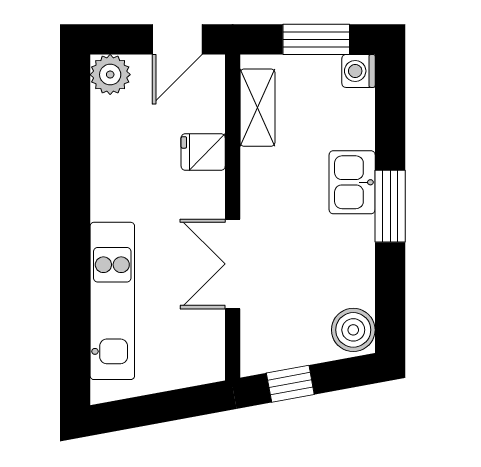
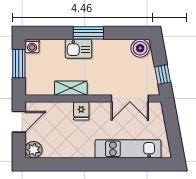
door: (177, 39) -> (19, 122), hinge flipped
shelving: (257, 108) -> (71, 88), moved
fridge: (203, 152) -> (81, 111), moved
double door: (233, 264) -> (130, 99), moved

